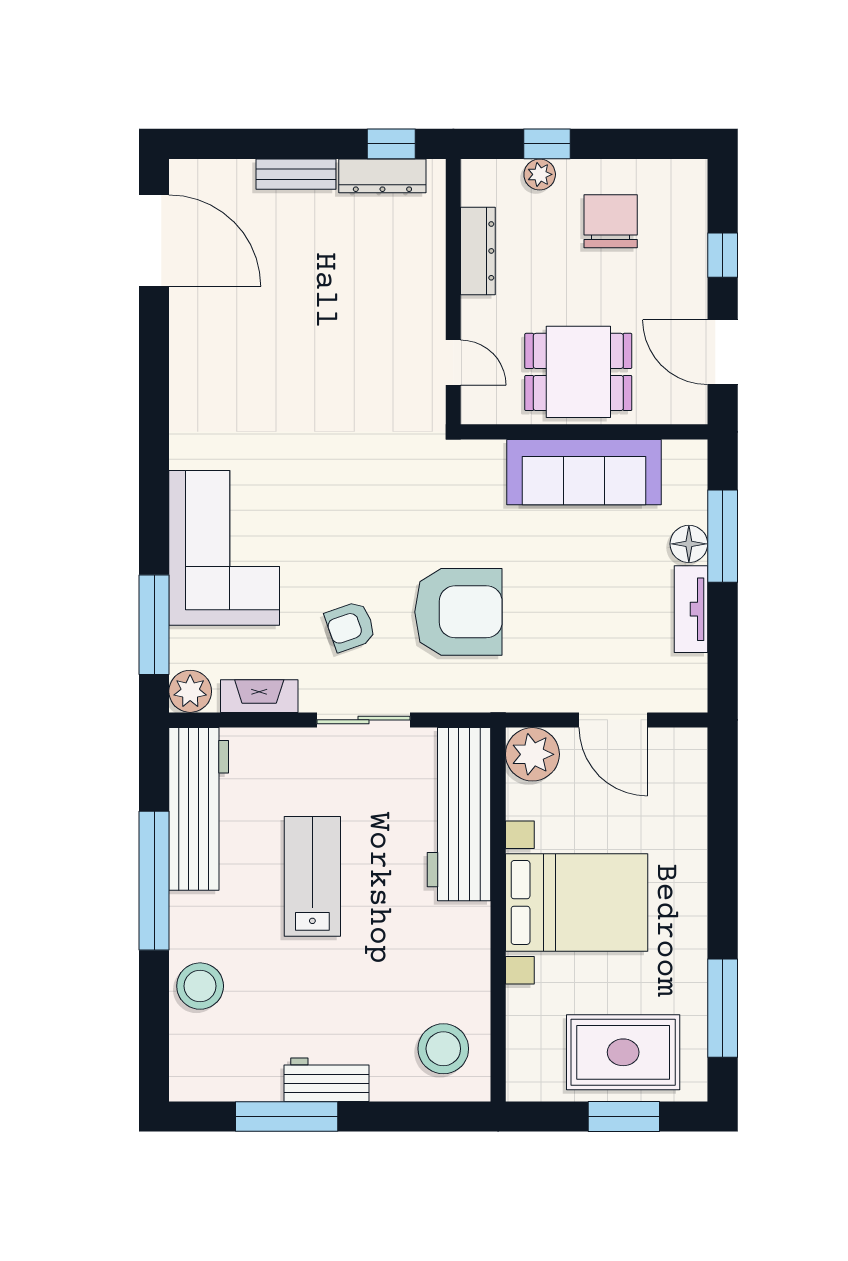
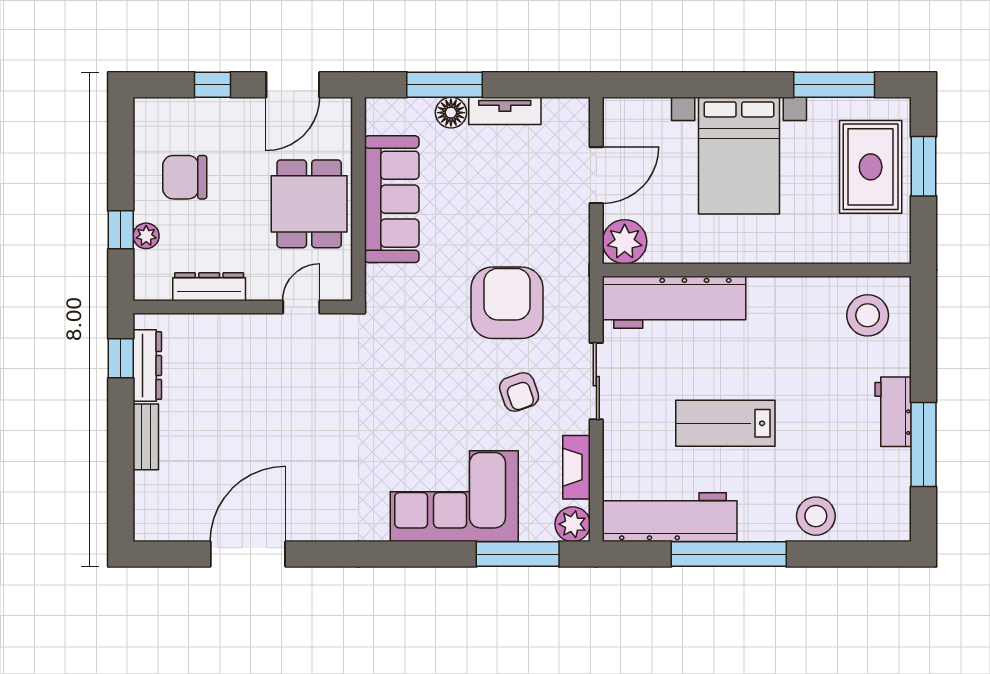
door: (154, 241) -> (248, 554), moved
bed with nightstands: (577, 902) -> (739, 156), moved, turned 180

